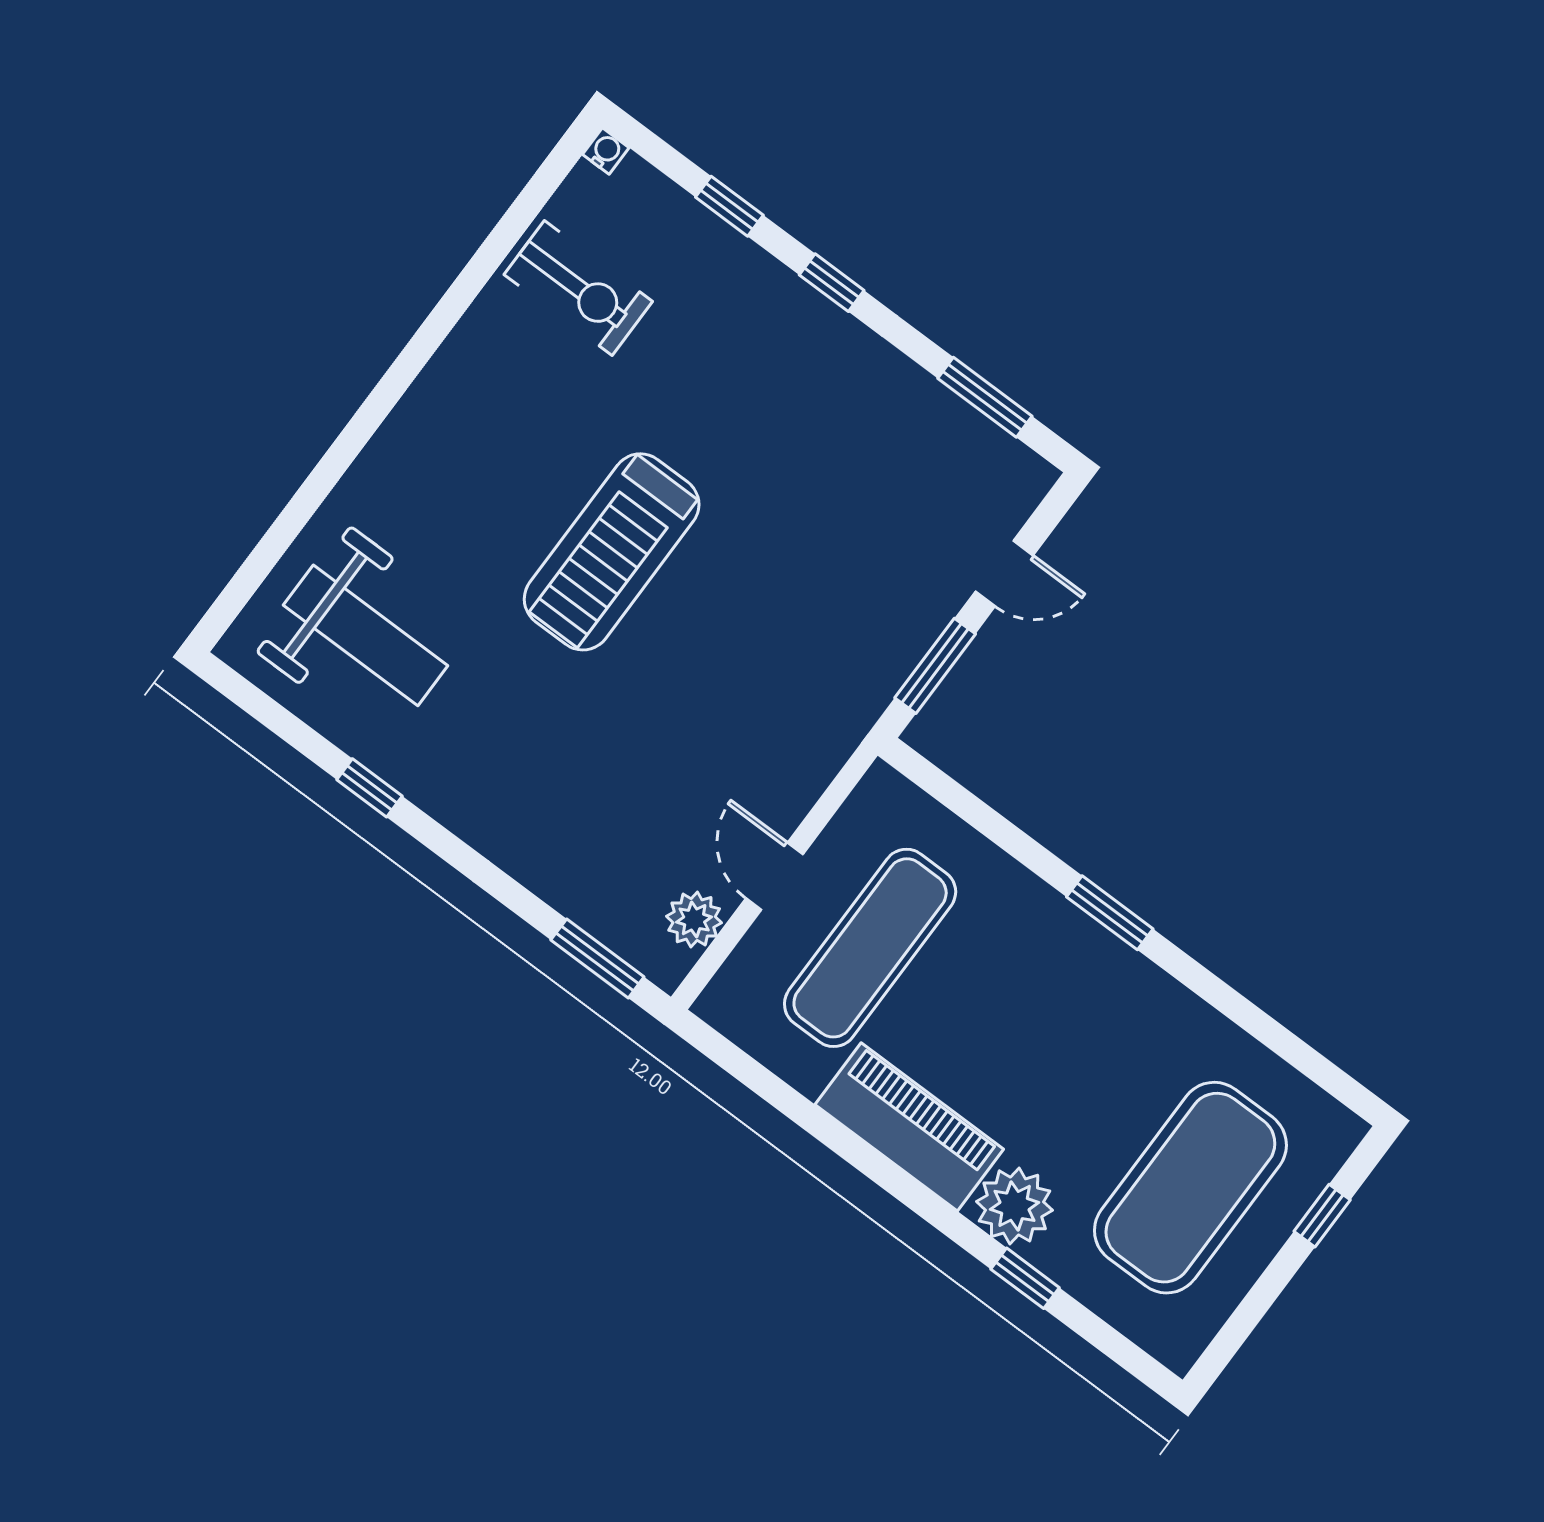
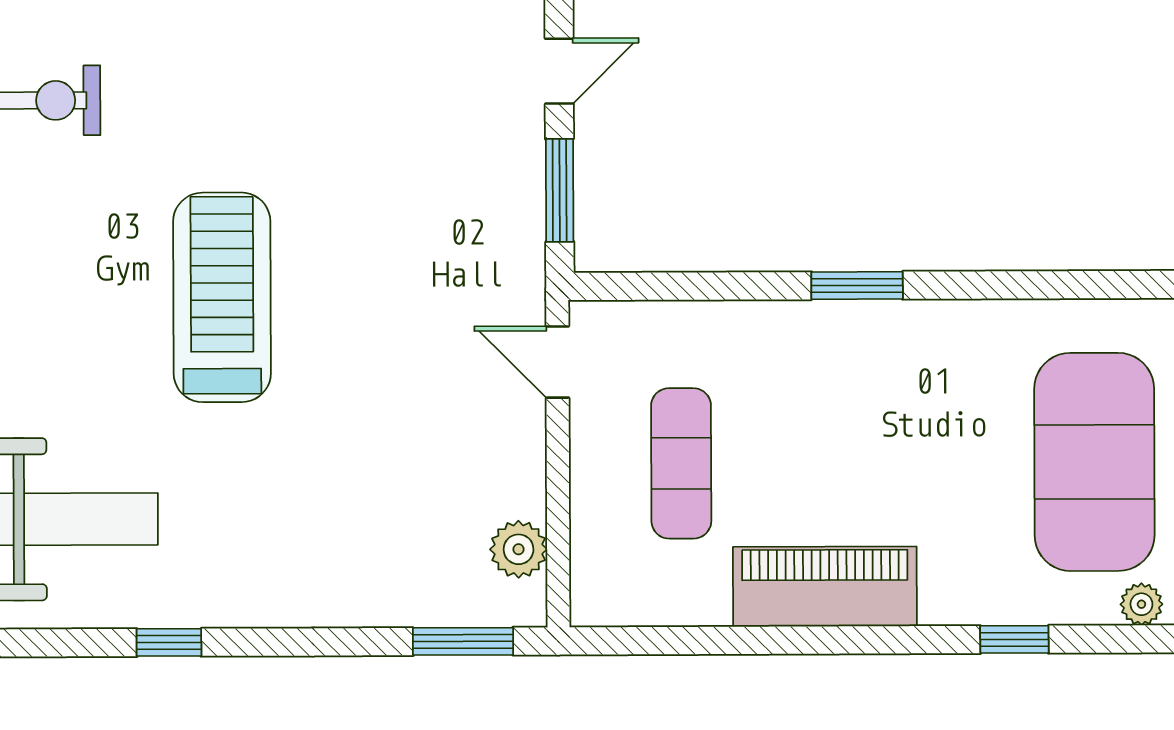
treadmill: (612, 552) -> (222, 297), turned 180
door: (774, 876) -> (557, 362), moved
exercise mat: (870, 948) -> (681, 463), width x0.73, depth x0.69
plant: (1015, 1206) -> (1141, 604), moved, width x0.53, depth x0.53

